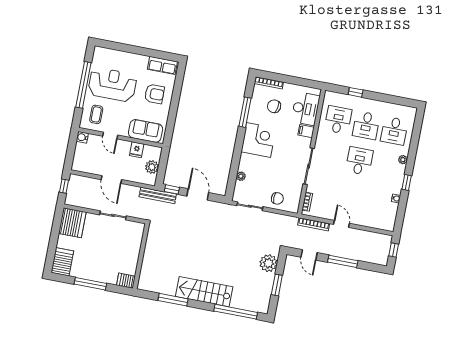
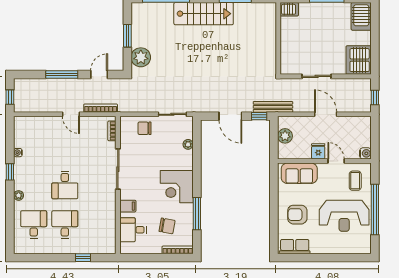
desk: (306, 109) -> (133, 230), width x0.73
desk: (338, 120) -> (96, 225), removed
fridge: (137, 150) -> (318, 151), moved
door: (309, 255) -> (99, 74), hinge flipped

